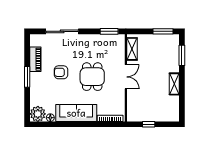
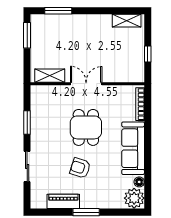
sliding door: (62, 31) -> (27, 167), width x0.73
window: (109, 31) -> (27, 122), moved
armchair: (61, 72) -> (80, 168), turned 108
dining table: (92, 77) -> (86, 127), turned 90
shelving: (174, 84) -> (127, 21), moved

